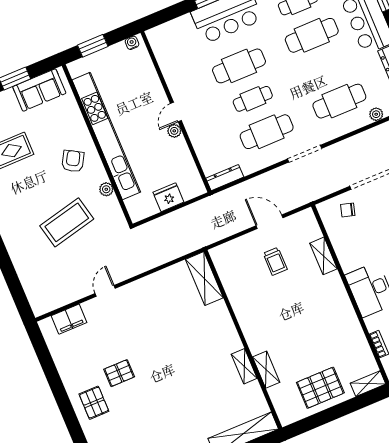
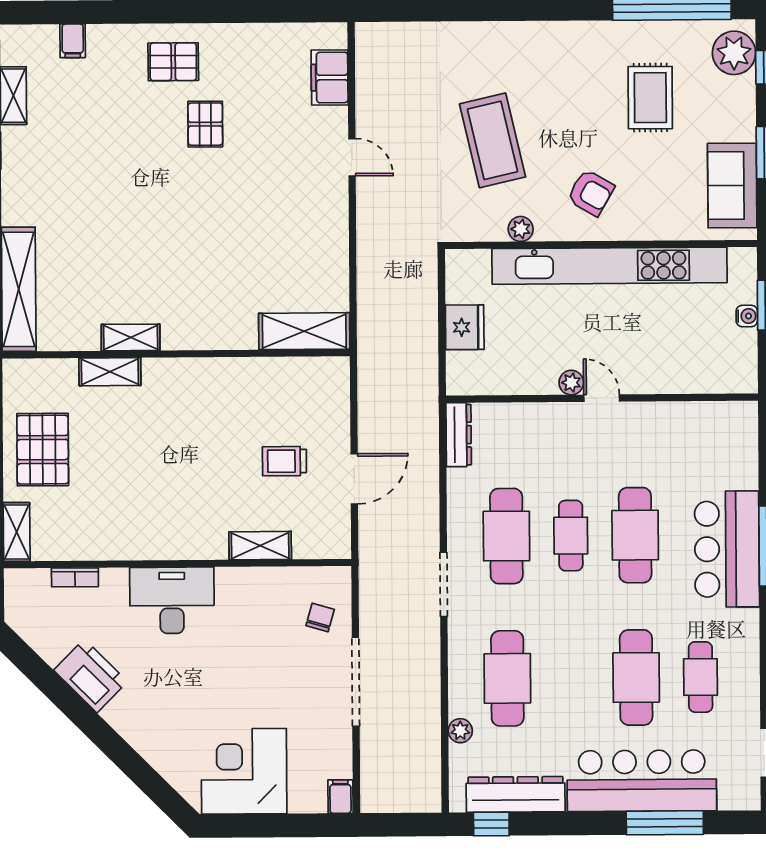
water cooler: (132, 43) -> (747, 316), moved

